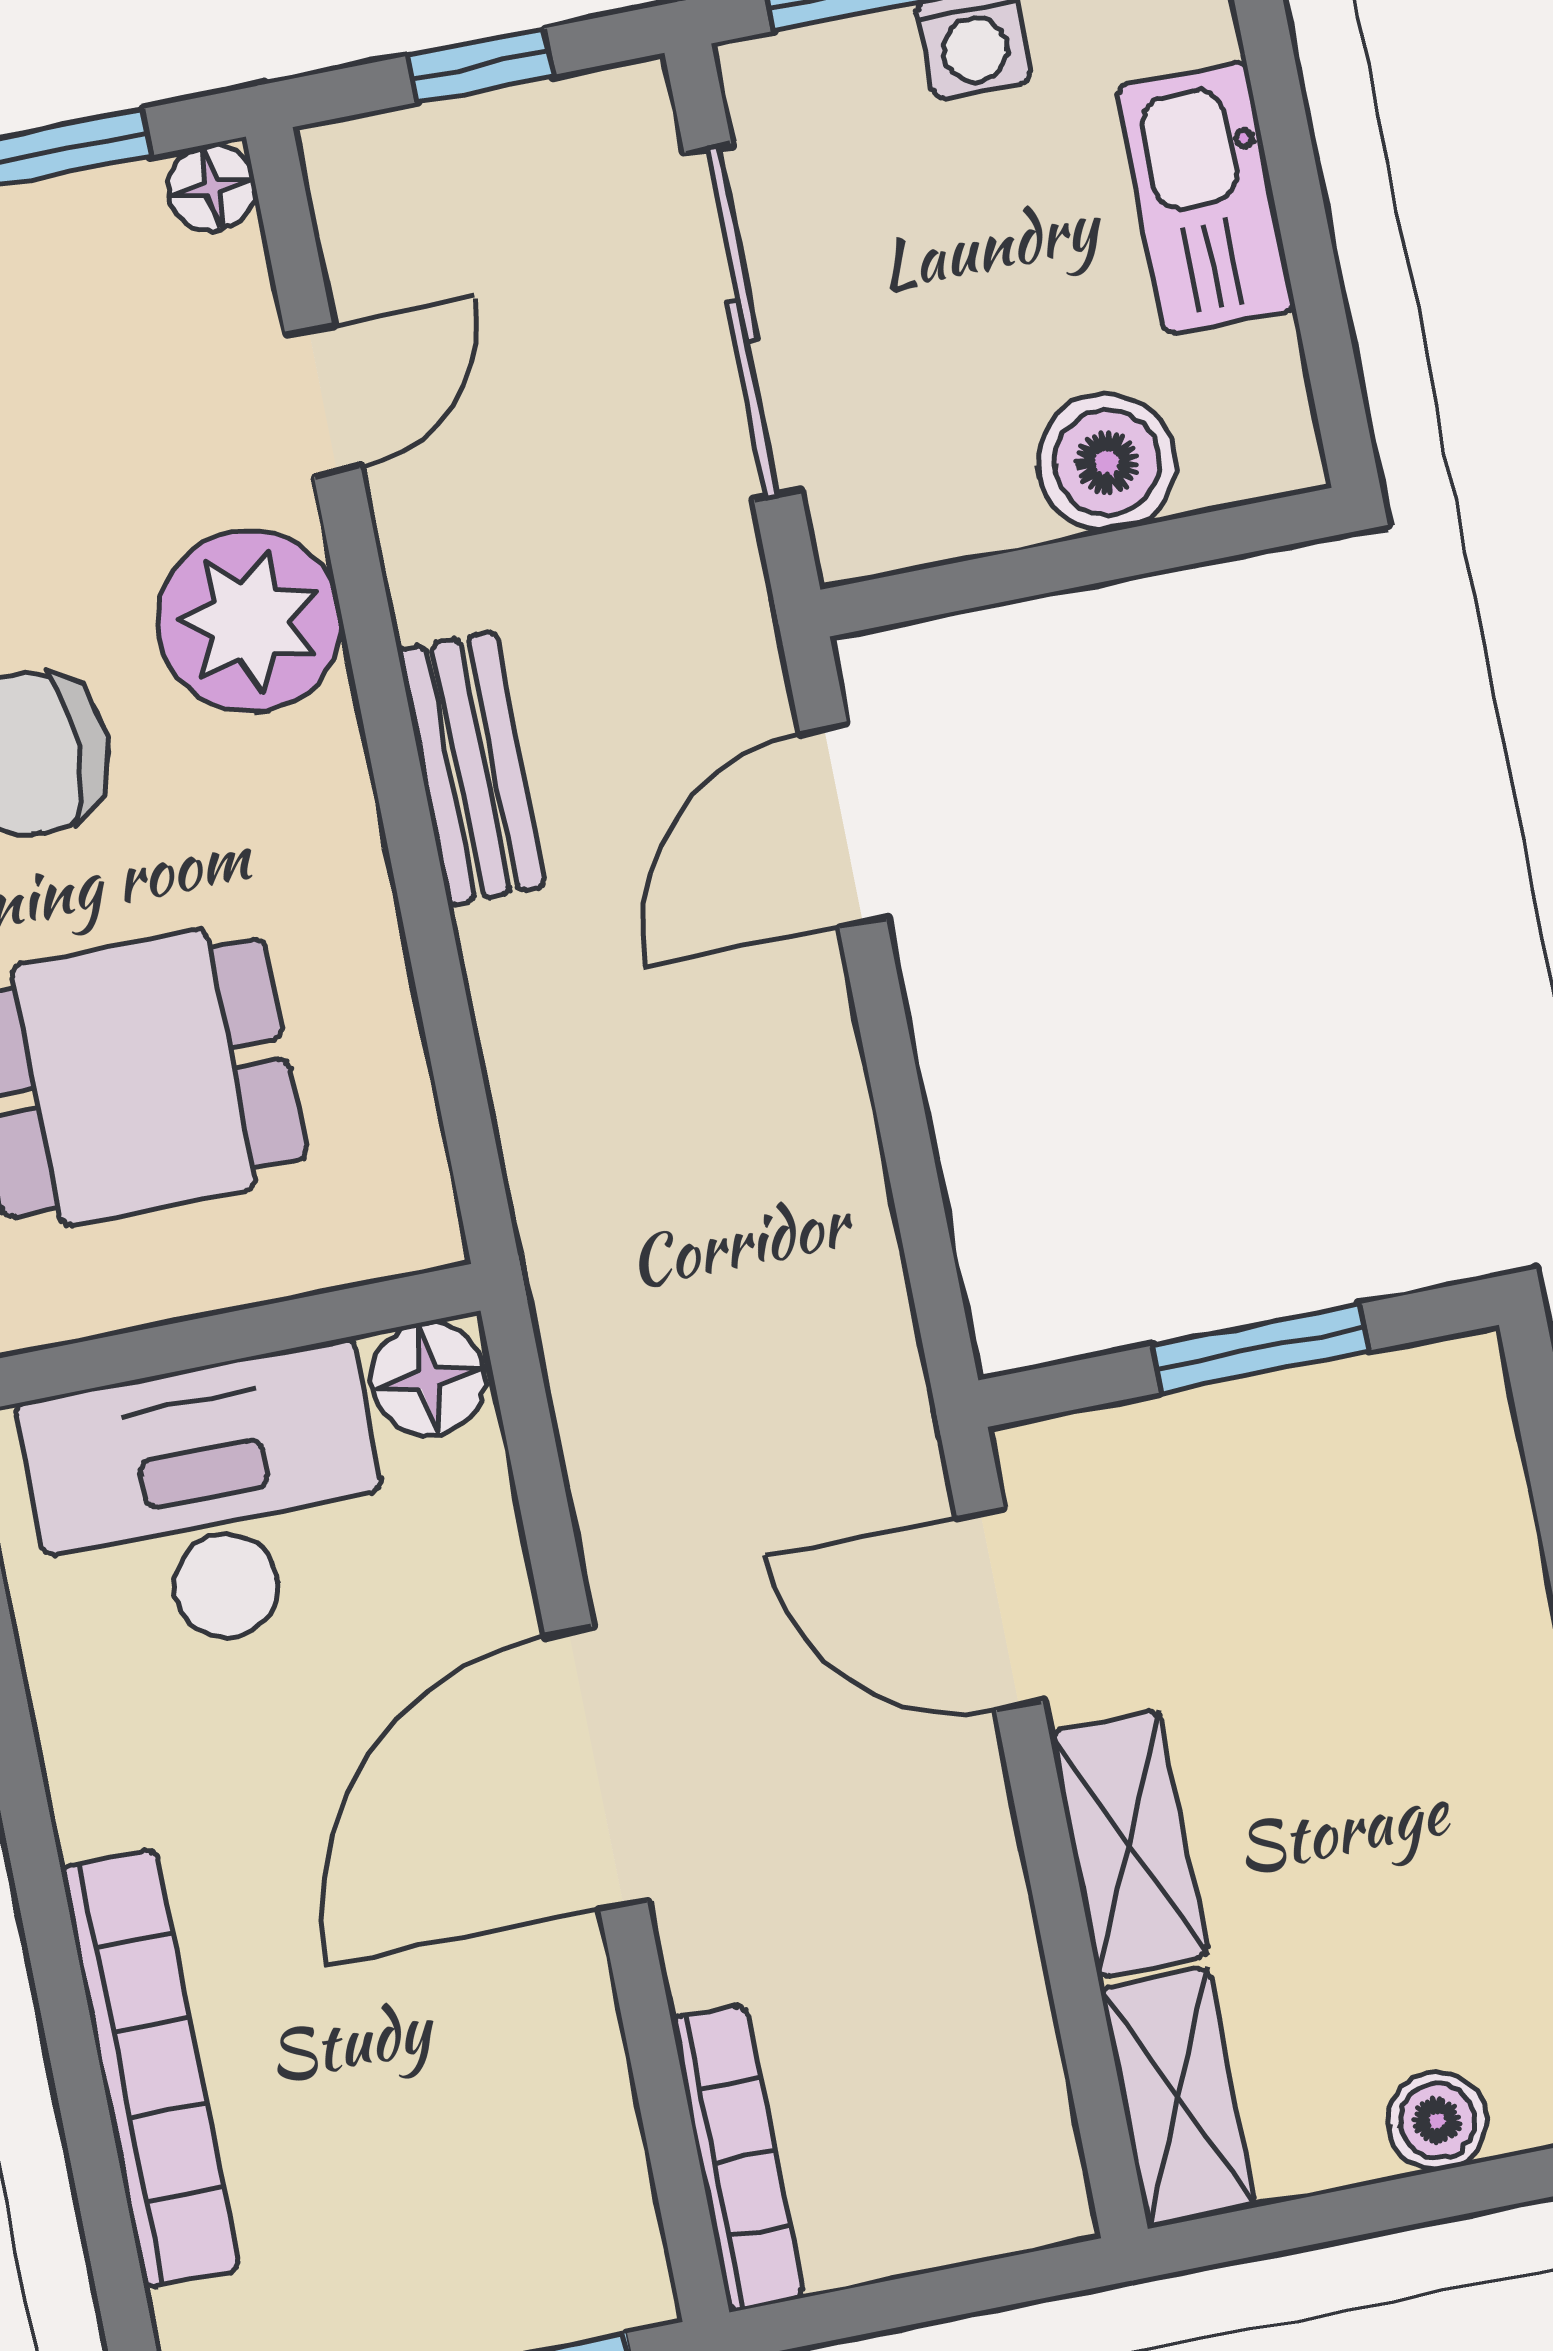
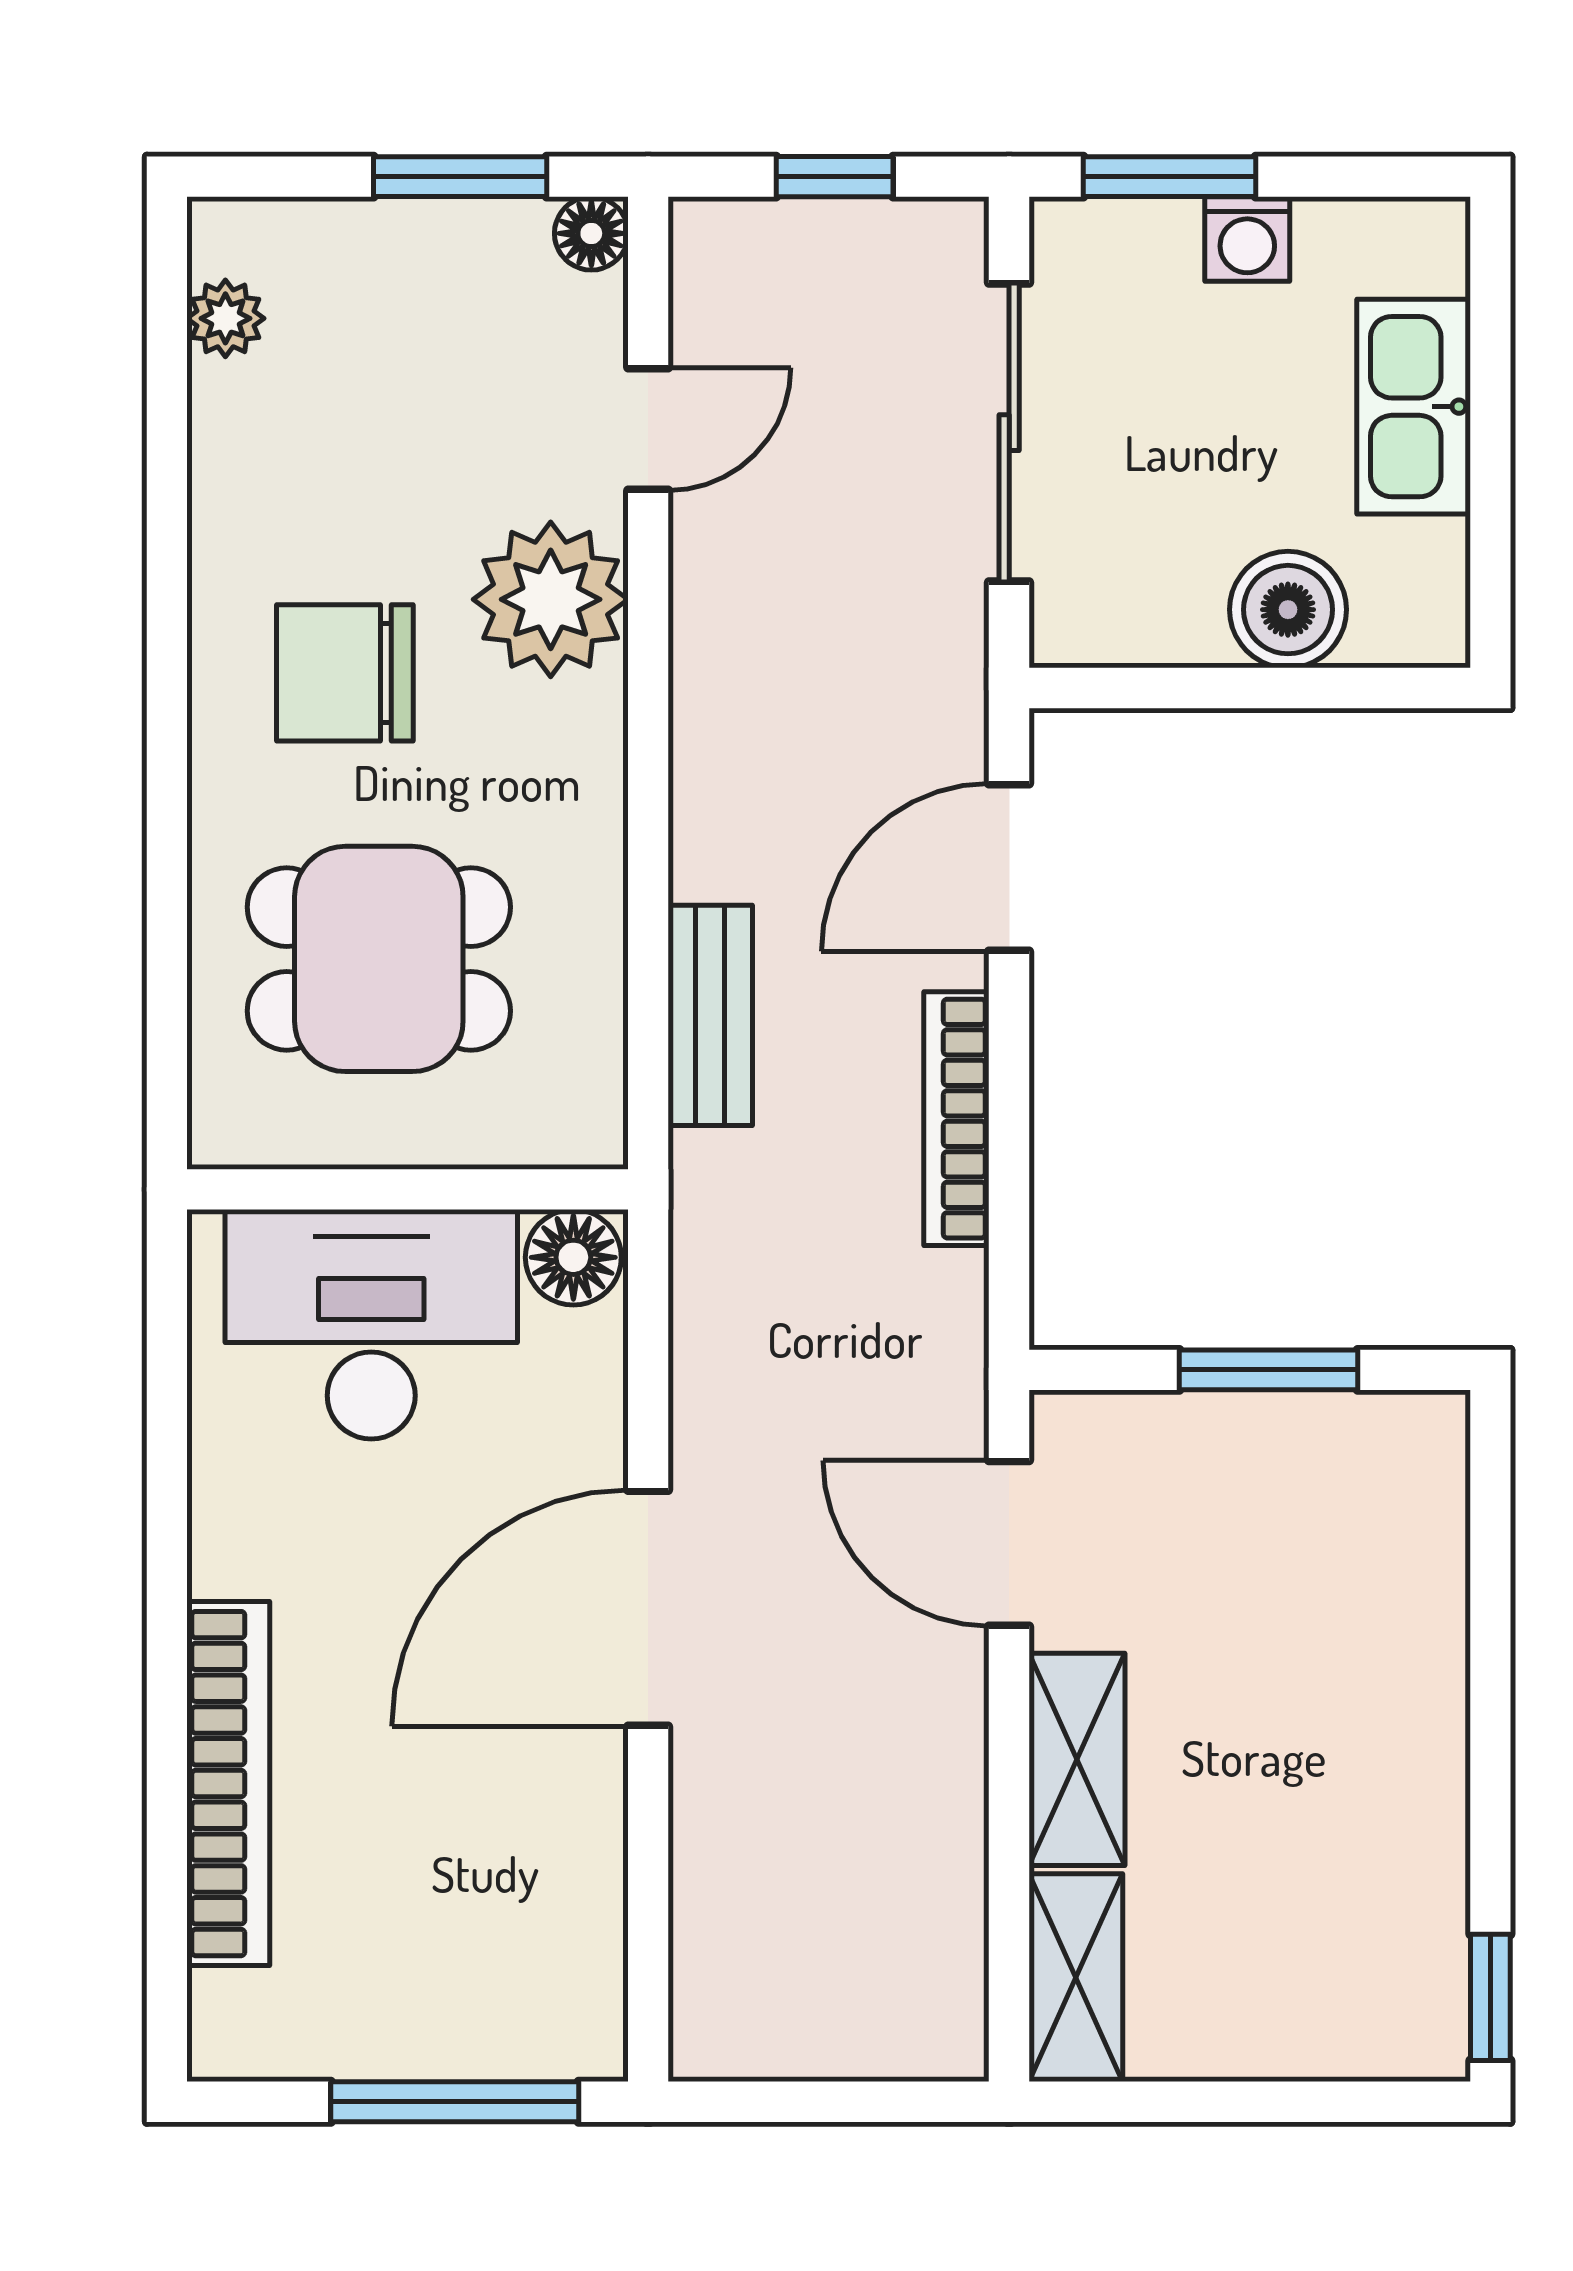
bench: (471, 768) -> (710, 1015), moved
boiler: (1437, 2121) -> (1287, 2040), removed
bookcase: (738, 2158) -> (956, 1119), moved, turned 180

